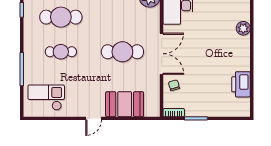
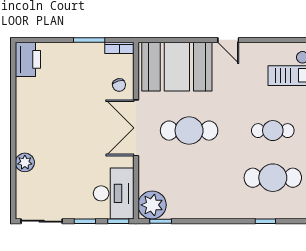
printer: (241, 84) -> (28, 59), moved
booth: (125, 104) -> (177, 67), width x1.36, depth x1.42
door: (94, 118) -> (228, 40), swing flipped

